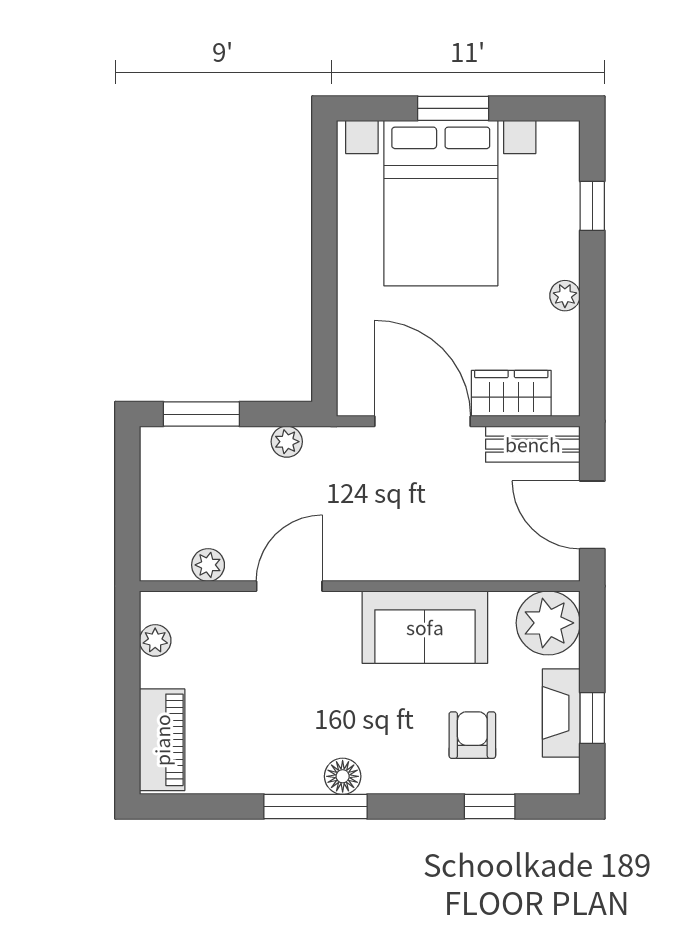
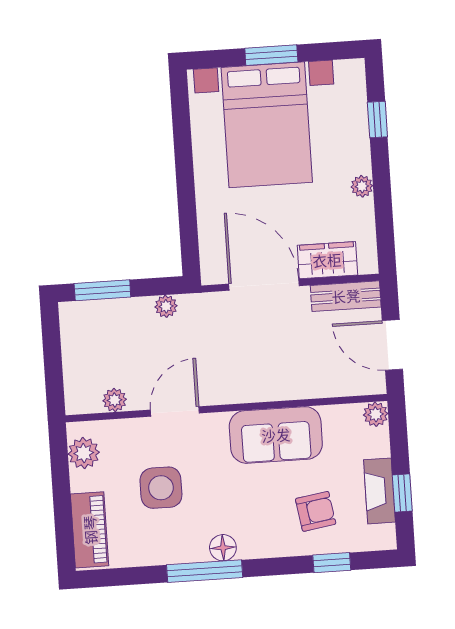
plant: (548, 623) -> (376, 414), width x0.53, depth x0.53
plant: (155, 640) -> (84, 453), width x1.38, depth x1.38
side table: (263, 689) -> (161, 488), added
armchair: (472, 735) -> (316, 511), turned 81

